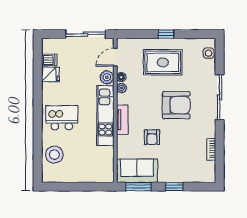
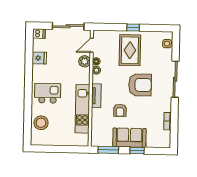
dishwasher: (49, 60) -> (39, 34), moved
rug: (163, 62) -> (130, 50), turned 90
kitchen unit: (105, 116) -> (82, 109), moved
sofa: (137, 171) -> (129, 138), moved

